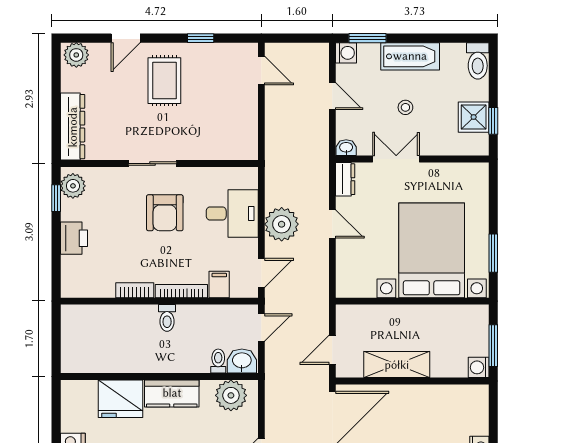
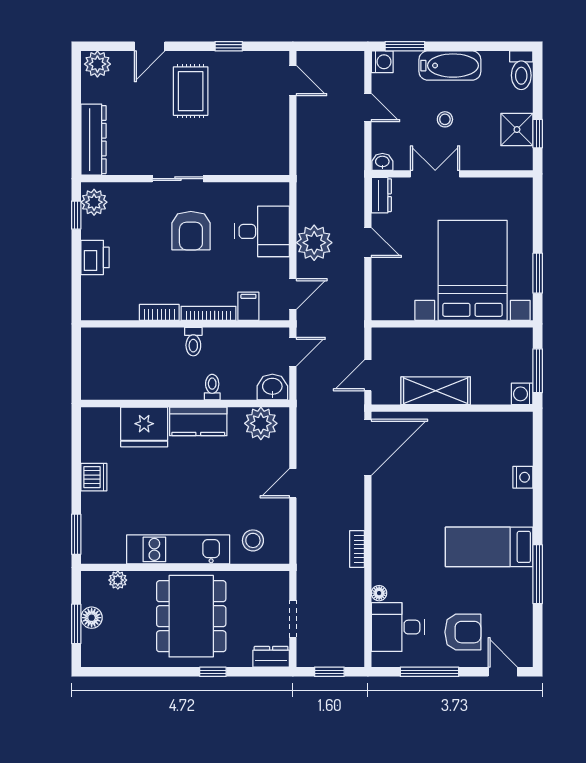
toilet: (218, 361) -> (212, 387), moved

